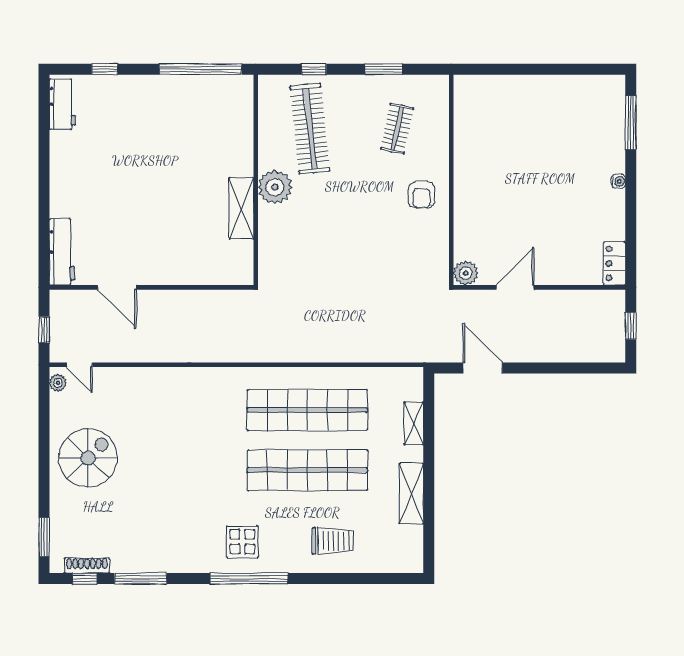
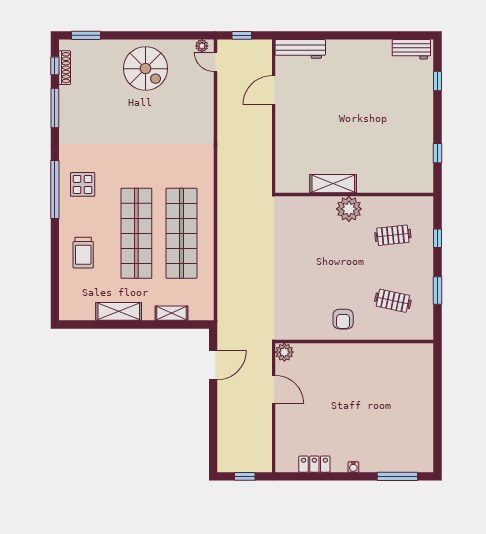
window: (201, 69) -> (438, 153), width x0.32
clothes rail: (310, 129) -> (393, 235), width x0.54, depth x0.76
armchair: (422, 195) -> (343, 319), turned -90
locker: (614, 263) -> (314, 464), moved
door: (79, 365) -> (215, 62), hinge flipped

